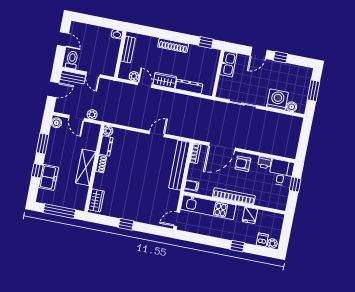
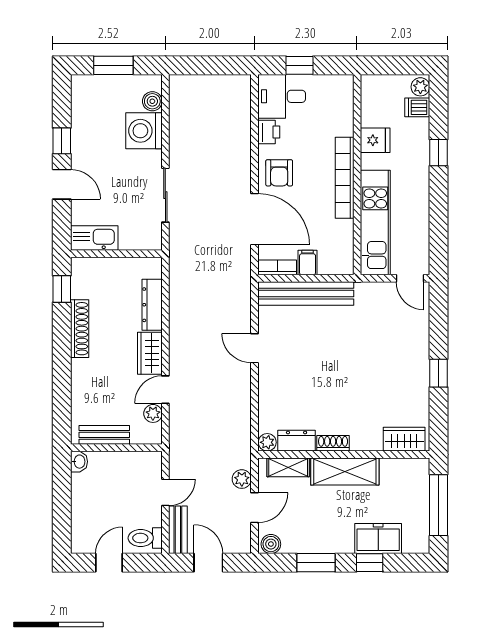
shoe rack: (173, 45) -> (80, 329), moved
shelving: (93, 139) -> (288, 467), added
filing cabinet: (192, 186) -> (308, 263), moved

